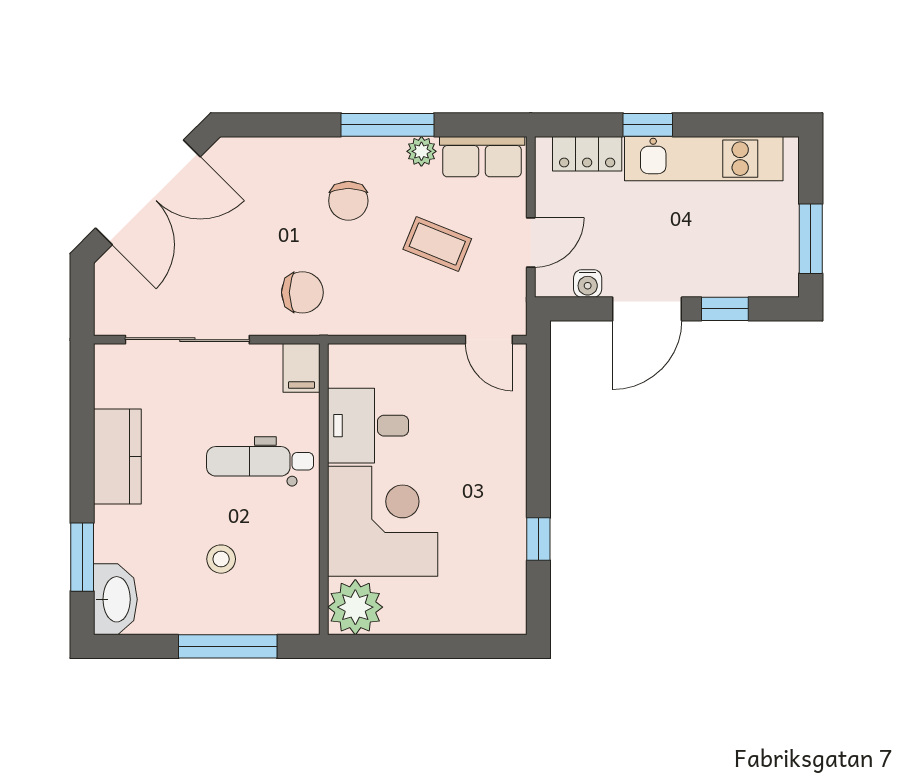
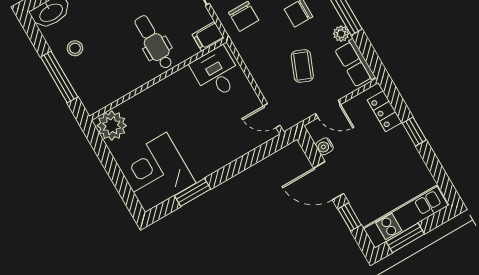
kitchen unit: (704, 159) -> (406, 217), moved, turned 90
door: (489, 340) -> (272, 116), hinge flipped
desk: (368, 426) -> (216, 73), moved
corner desk: (383, 521) -> (156, 172), moved, turned 180
window: (538, 539) -> (193, 192), width x1.50
stool: (221, 559) -> (75, 48), moved

